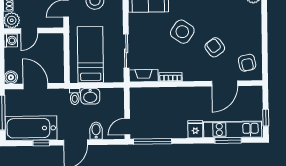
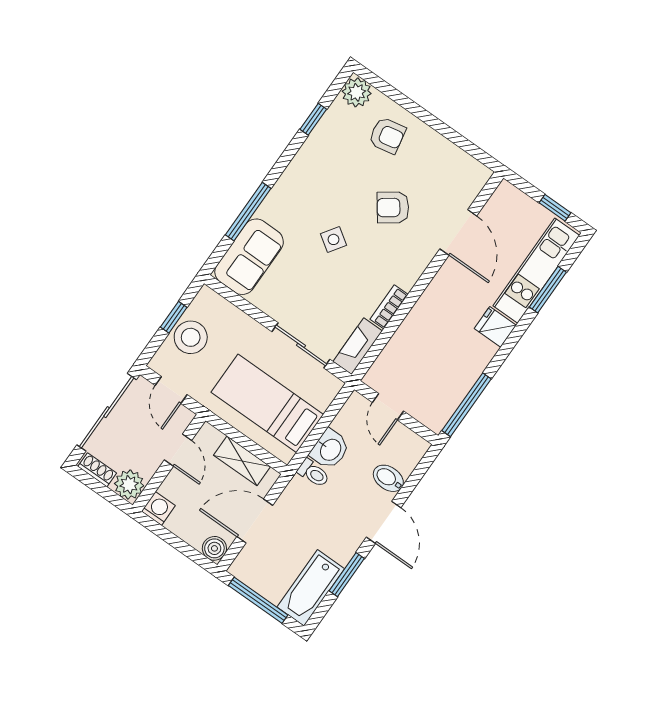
door: (29, 31) -> (178, 450), moved
side table: (182, 32) -> (334, 239), width x0.54, depth x0.54
shelving: (57, 62) -> (242, 461), added
armchair: (247, 63) -> (387, 135), moved
door: (127, 127) -> (388, 407), moved
bathtub: (31, 128) -> (311, 588), width x0.73, depth x0.73
window: (41, 143) -> (347, 575), width x1.50

